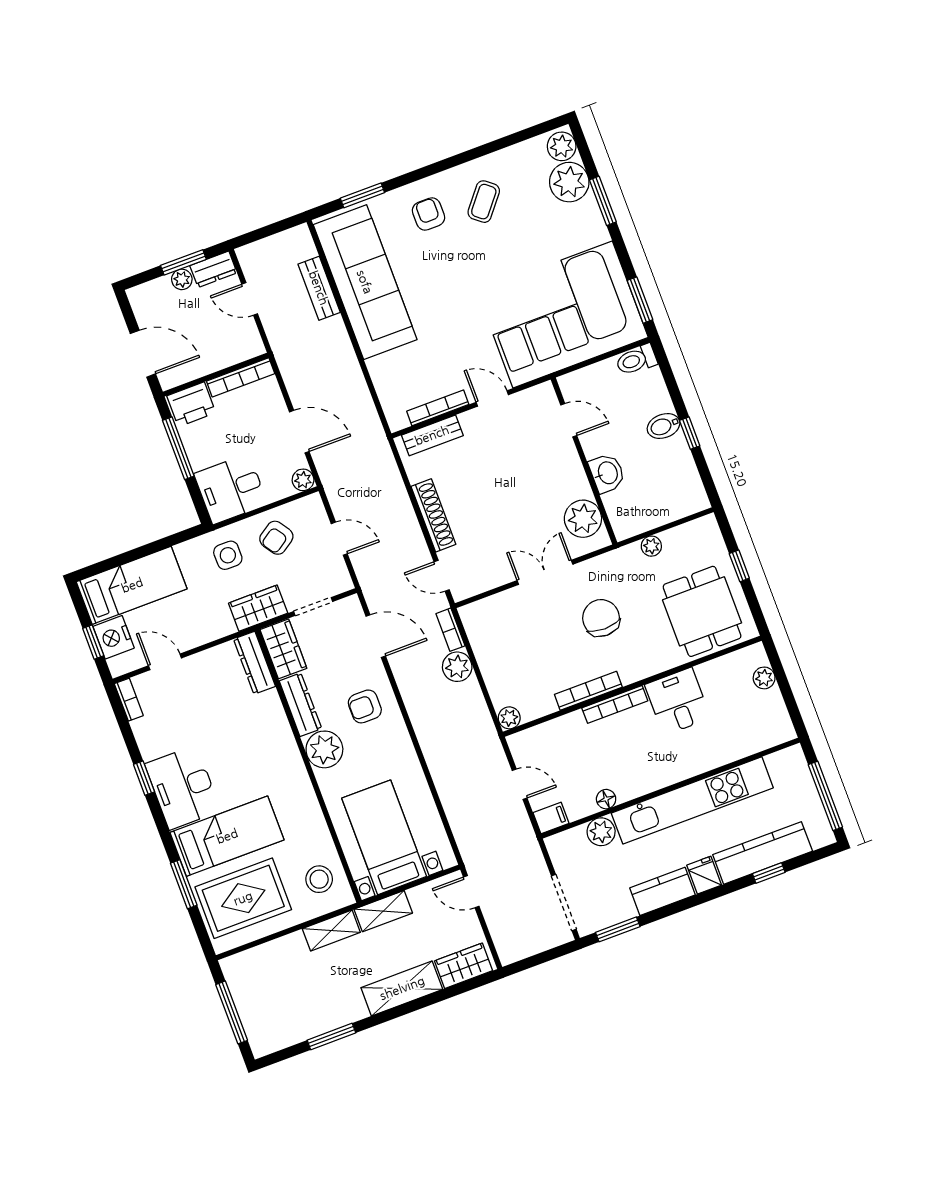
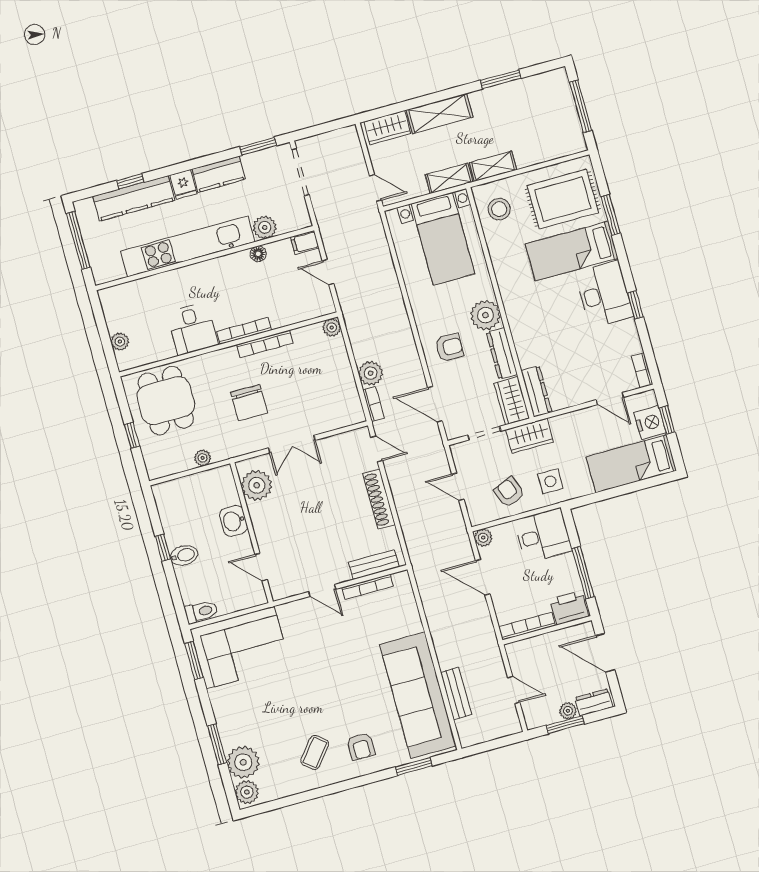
dresser: (213, 269) -> (594, 702), moved
corner sofa: (563, 314) -> (240, 648), width x0.73, depth x0.74
armchair: (276, 538) -> (509, 492), turned -78

